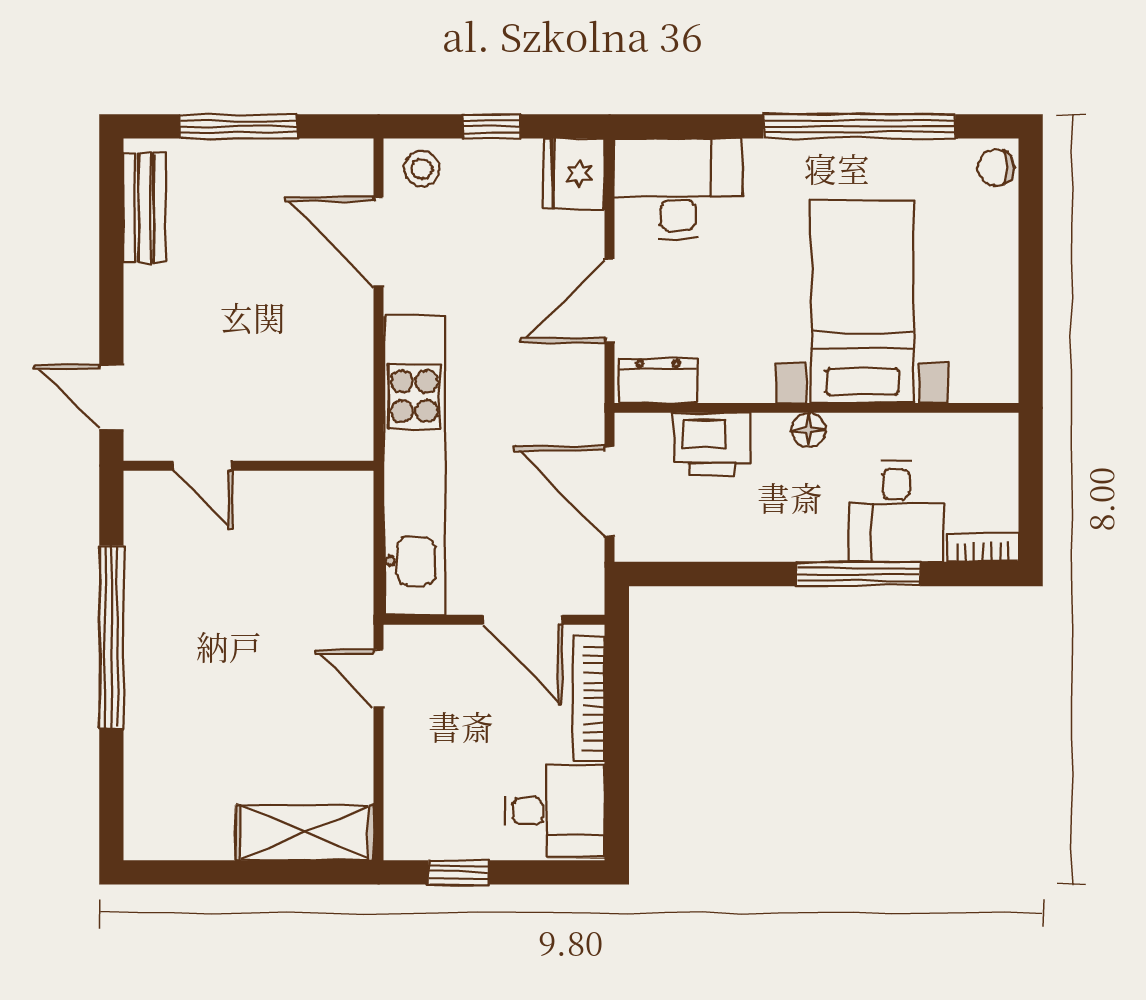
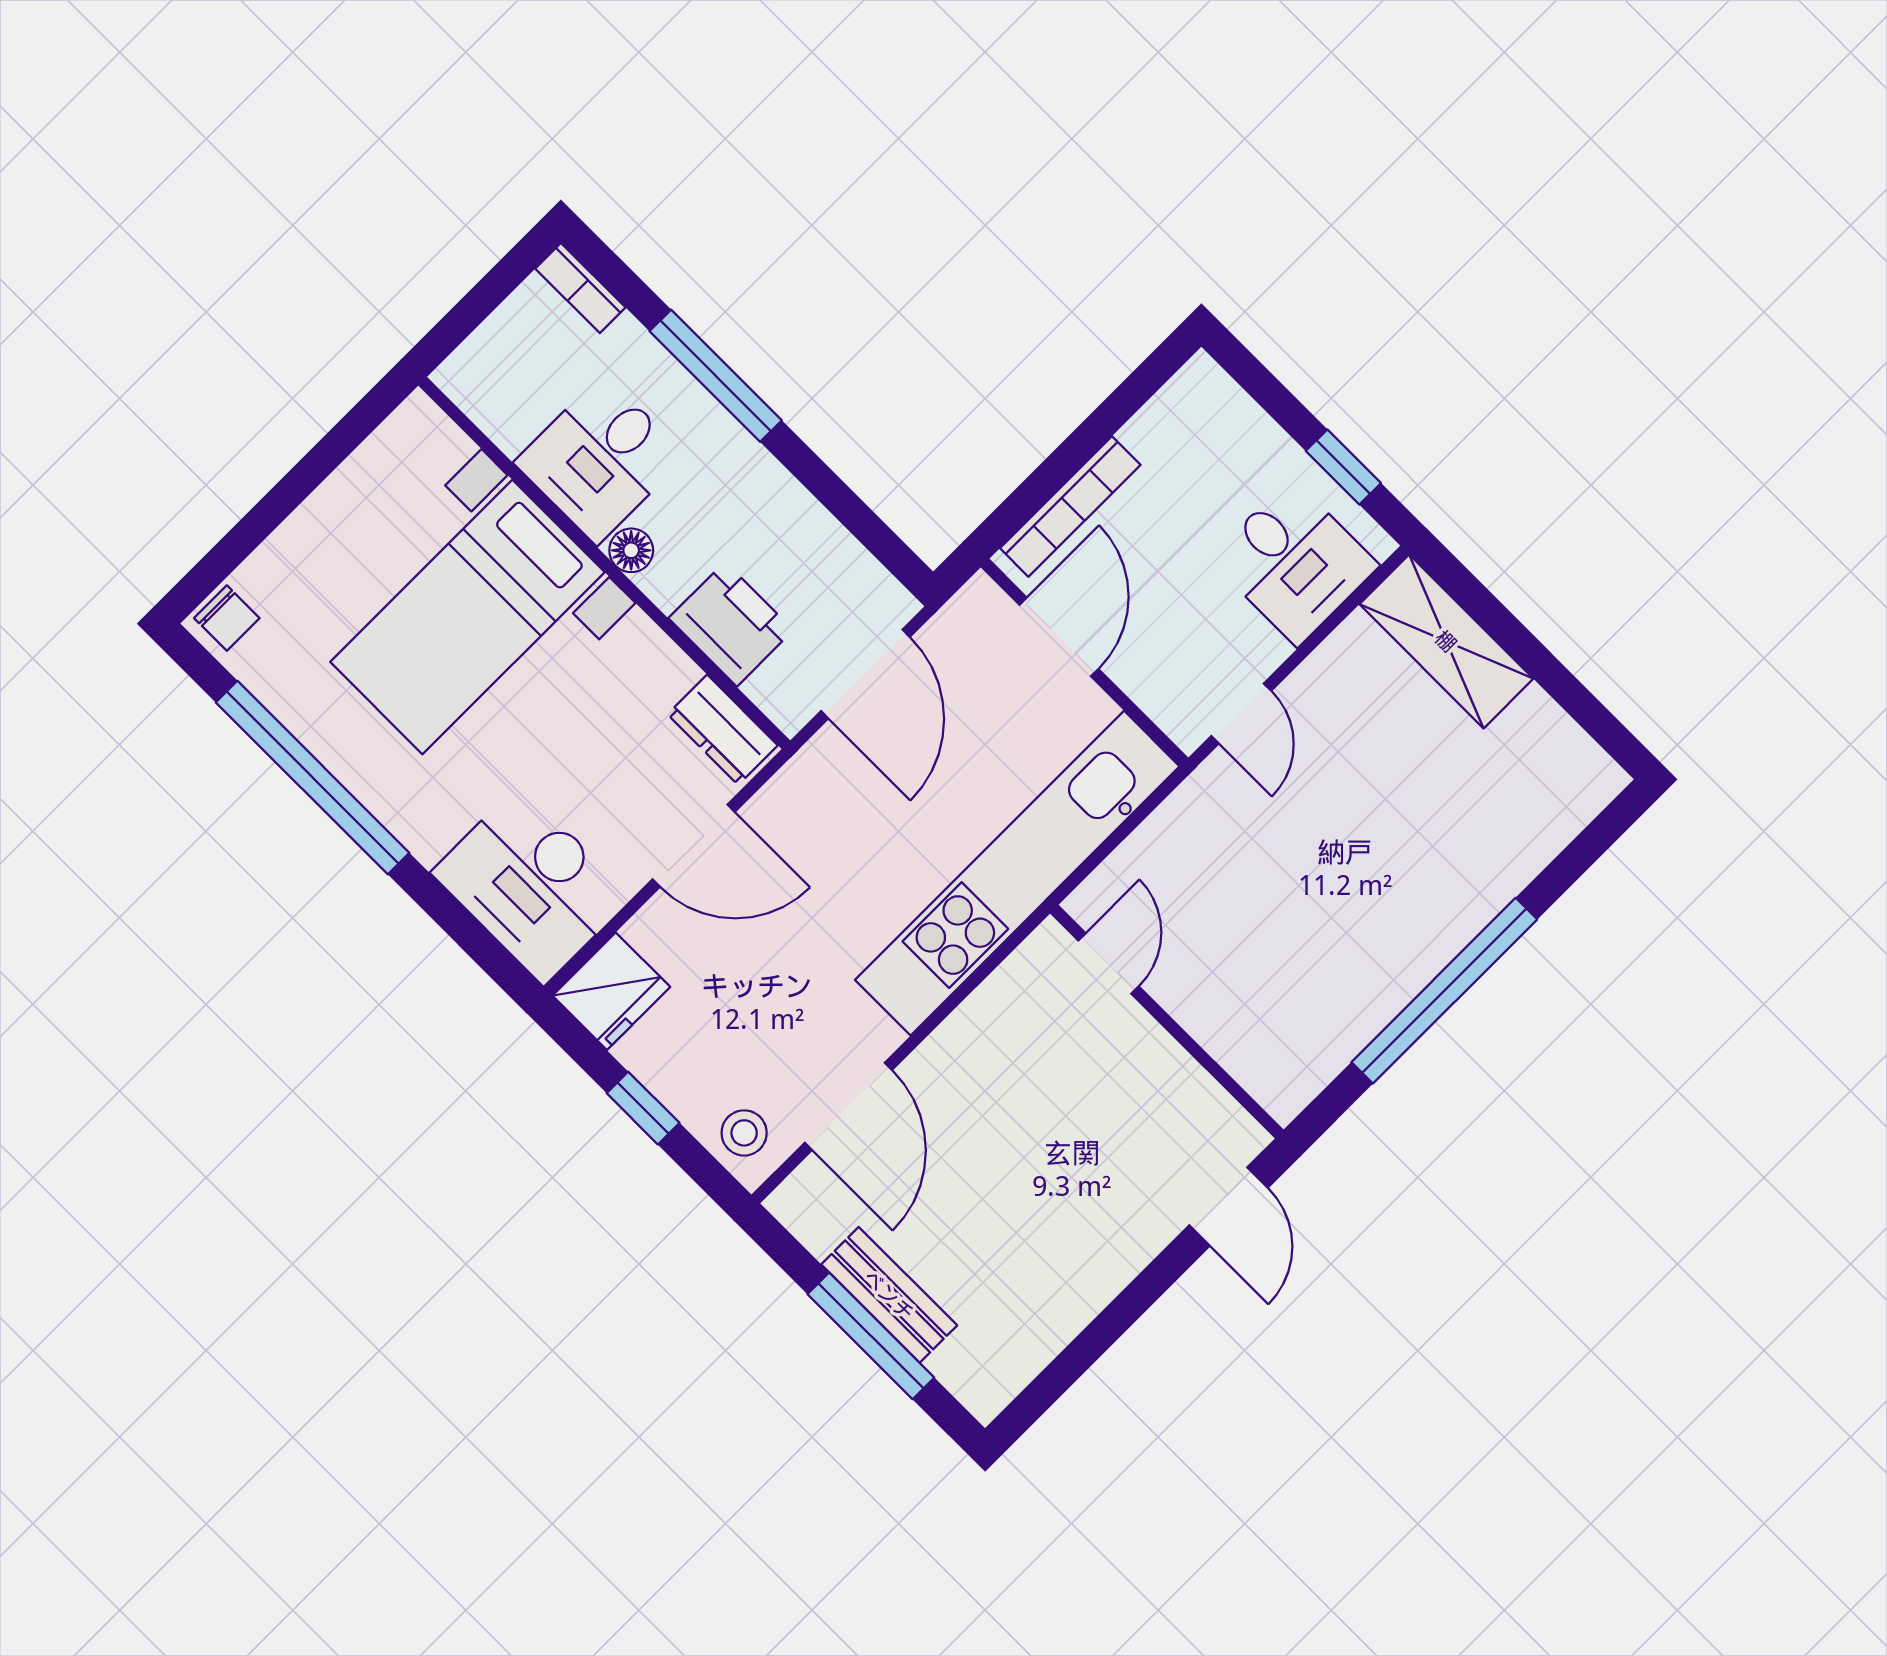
bench: (144, 207) -> (889, 1295), moved, turned 90
door: (203, 466) -> (1109, 963), moved
desk: (896, 511) -> (600, 459), moved, turned 180
desk: (555, 811) -> (1294, 562), moved, turned 180

